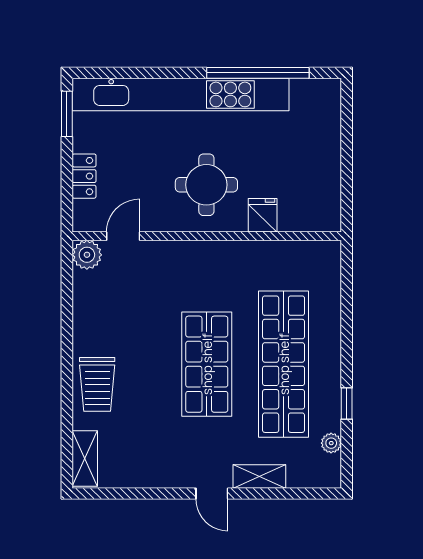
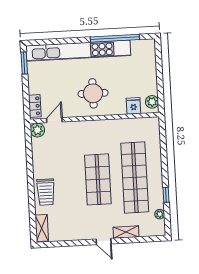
locker: (84, 176) -> (35, 106), moved
plant: (328, 209) -> (152, 102), added
fridge: (263, 215) -> (133, 106), moved

